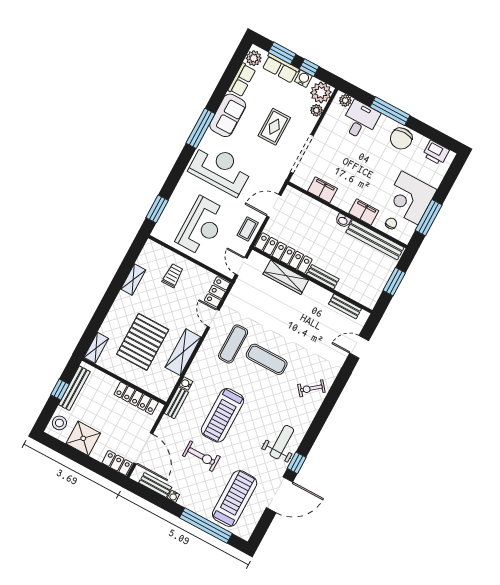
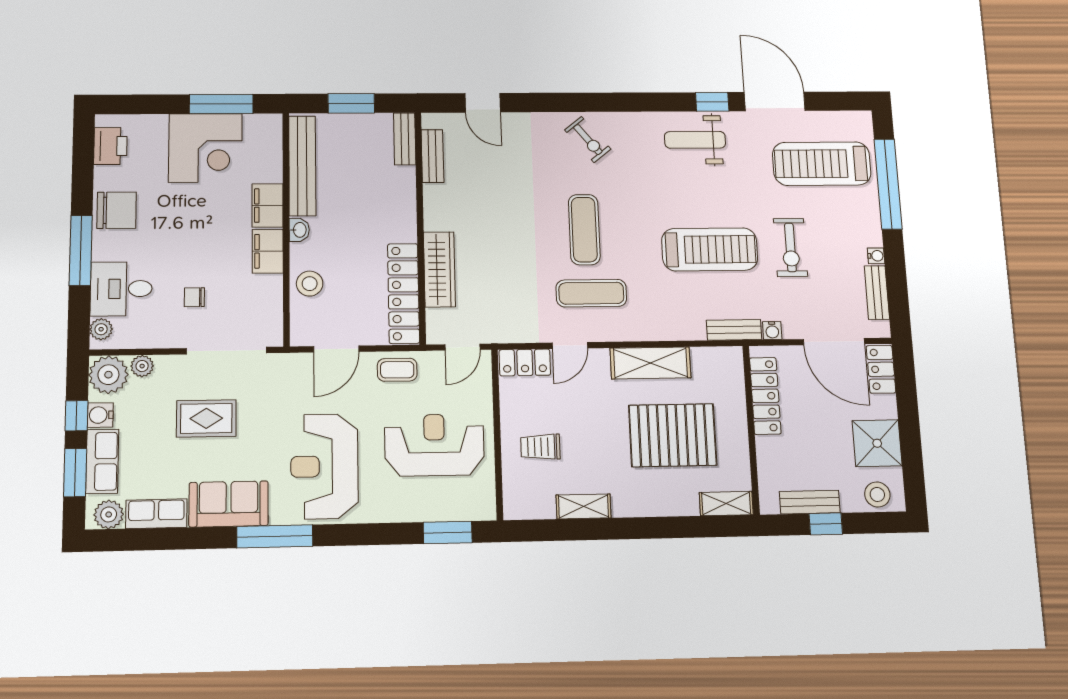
filing cabinet: (323, 190) -> (268, 251), moved
door: (274, 206) -> (336, 349), hinge flipped
stool: (313, 211) -> (310, 284), added
chair: (391, 223) -> (194, 297), moved
bench: (323, 277) -> (405, 139), moved
water cooler: (186, 384) -> (772, 331), moved
bench: (74, 388) -> (810, 502), width x0.73
door: (143, 448) -> (834, 342), swing flipped
exercise bike: (201, 456) -> (790, 247), turned 180

